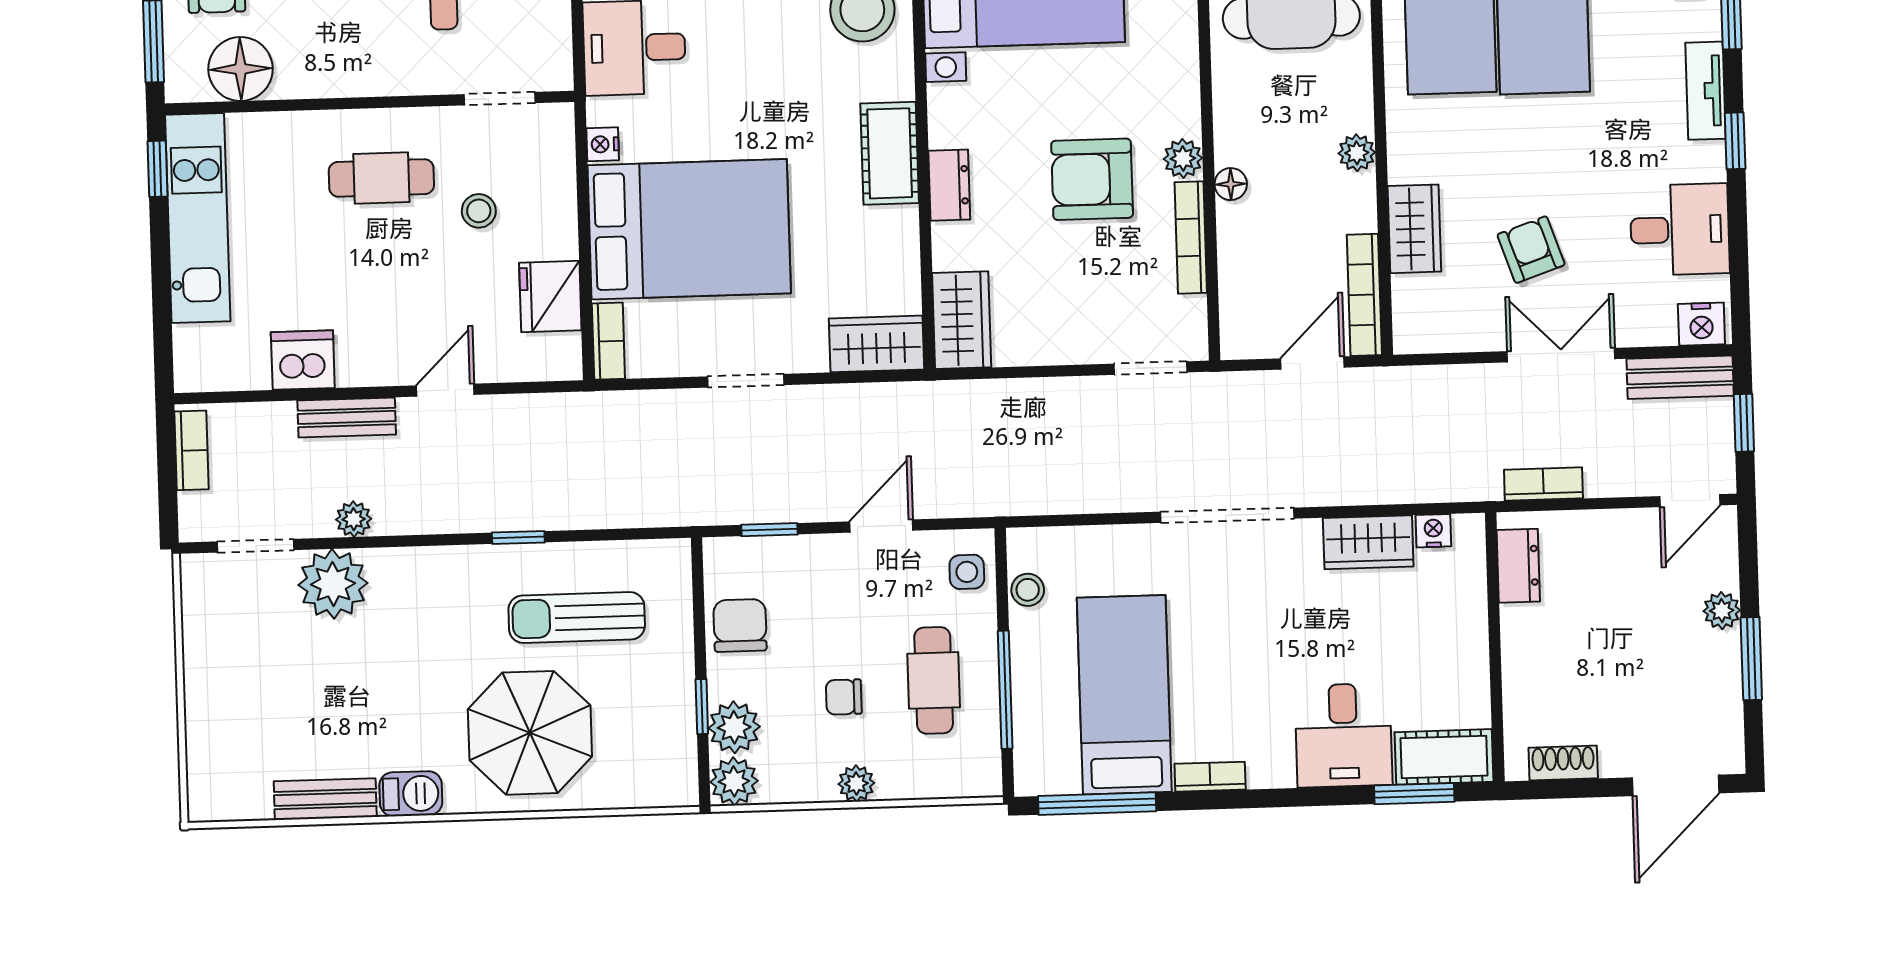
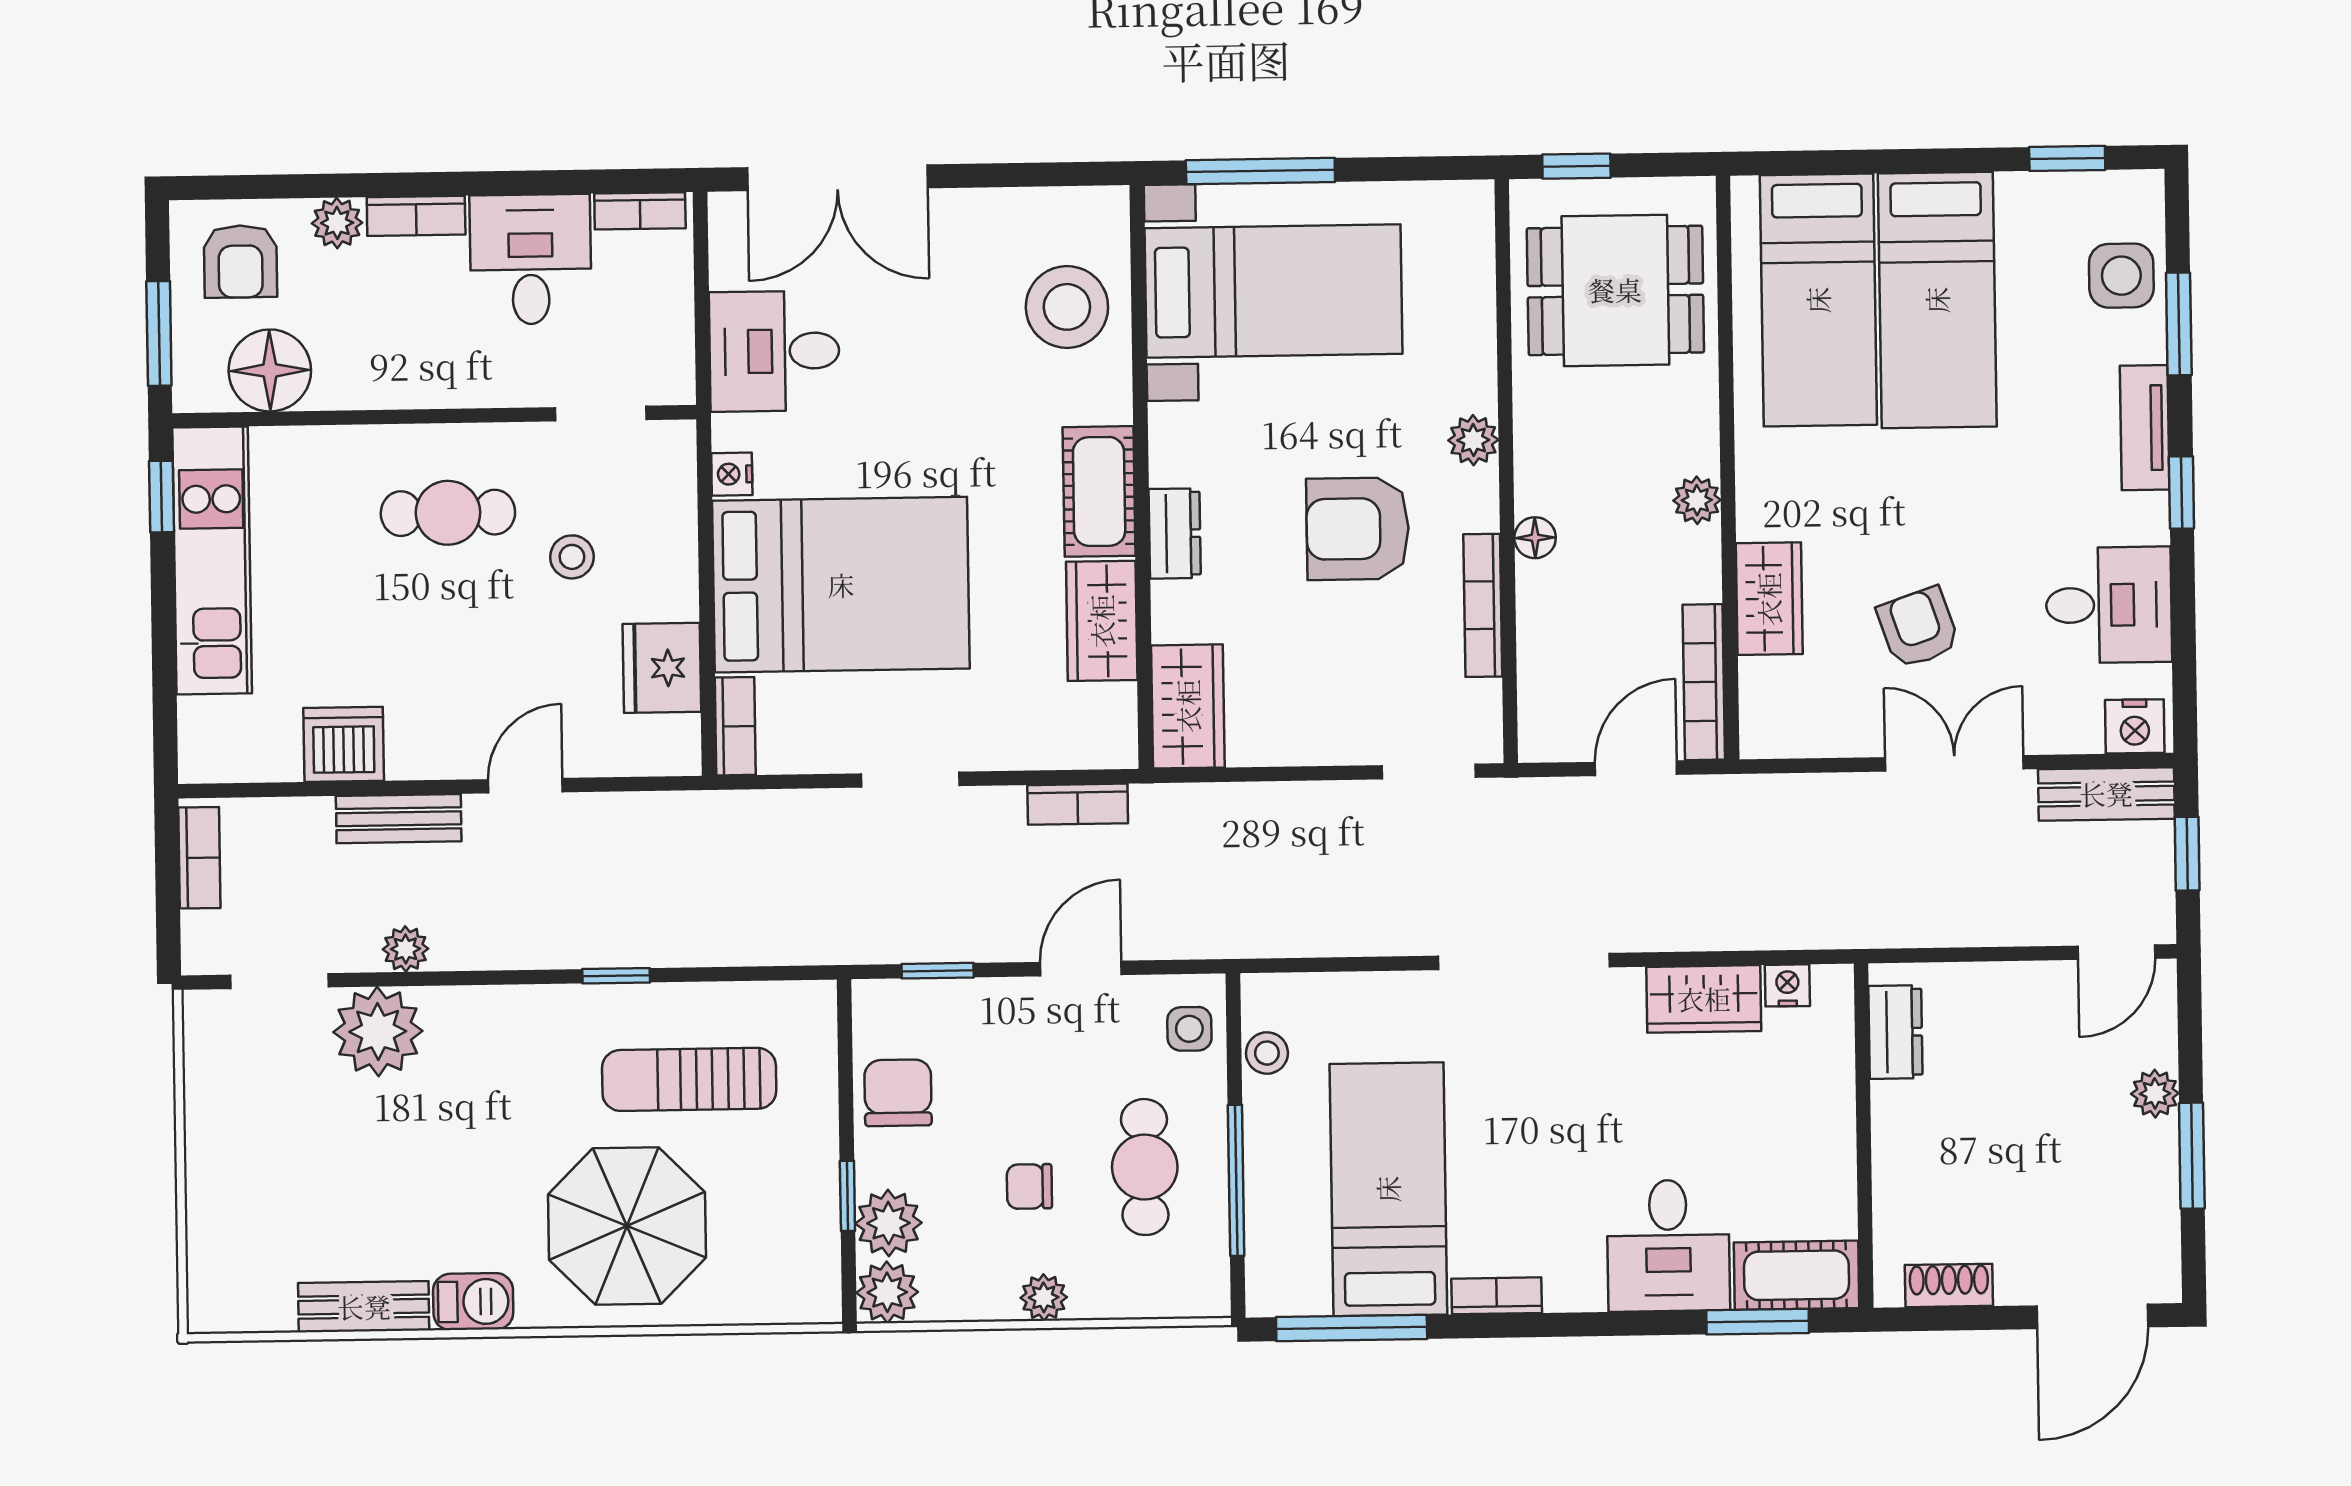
plant: (1183, 158) -> (1473, 440), moved
wardrobe: (876, 344) -> (1102, 621), moved, turned -90
bookcase: (1543, 484) -> (1078, 804), moved, turned 180

